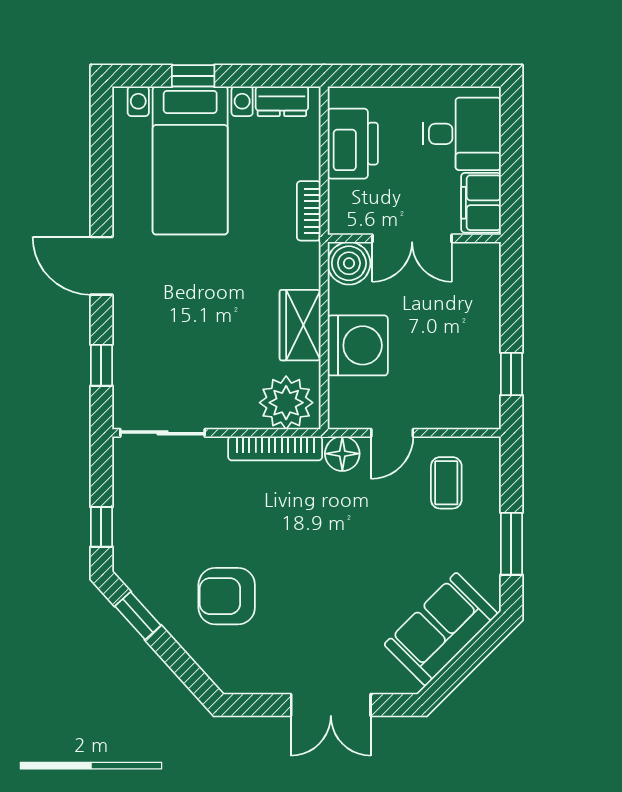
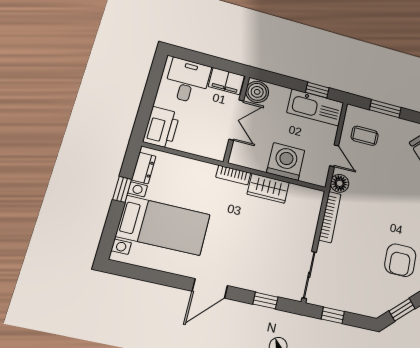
window: (193, 76) -> (122, 189), moved
printer: (353, 144) -> (161, 127), moved, turned 90
bookcase: (309, 211) -> (233, 175), moved
boiler: (349, 263) -> (257, 92), moved
kitchen sink: (476, 378) -> (315, 107), added
plant: (286, 403) -> (307, 206), removed
window: (101, 527) -> (333, 315), moved
window: (511, 544) -> (385, 109), moved

